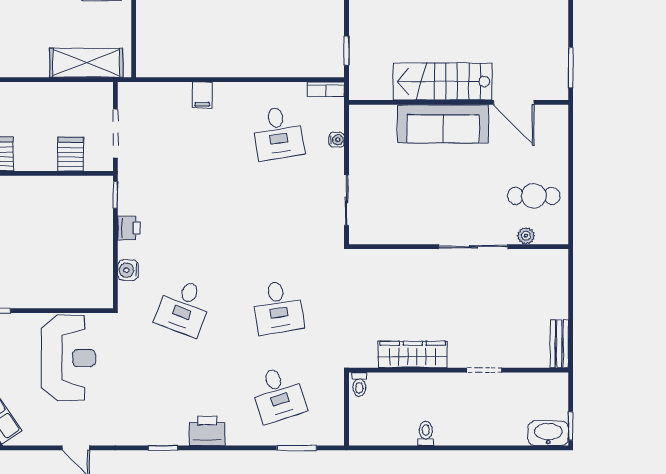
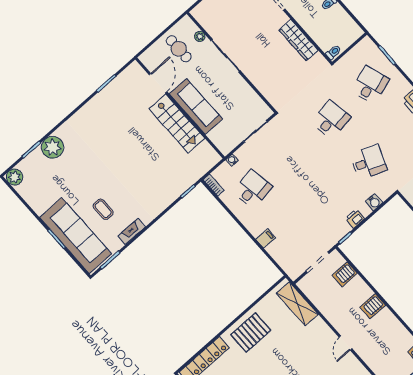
stairs: (443, 82) -> (177, 124), moved
wall: (459, 102) -> (180, 108), moved
door: (514, 102) -> (158, 83), moved
sofa: (443, 124) -> (196, 107), moved

